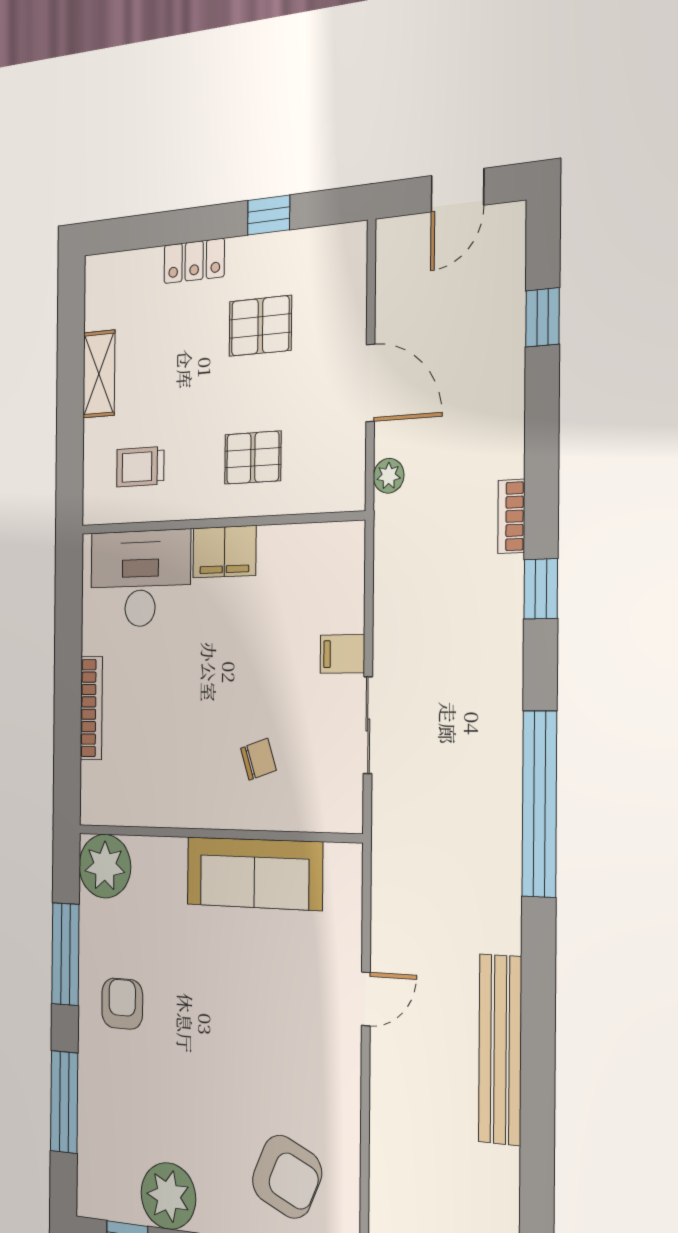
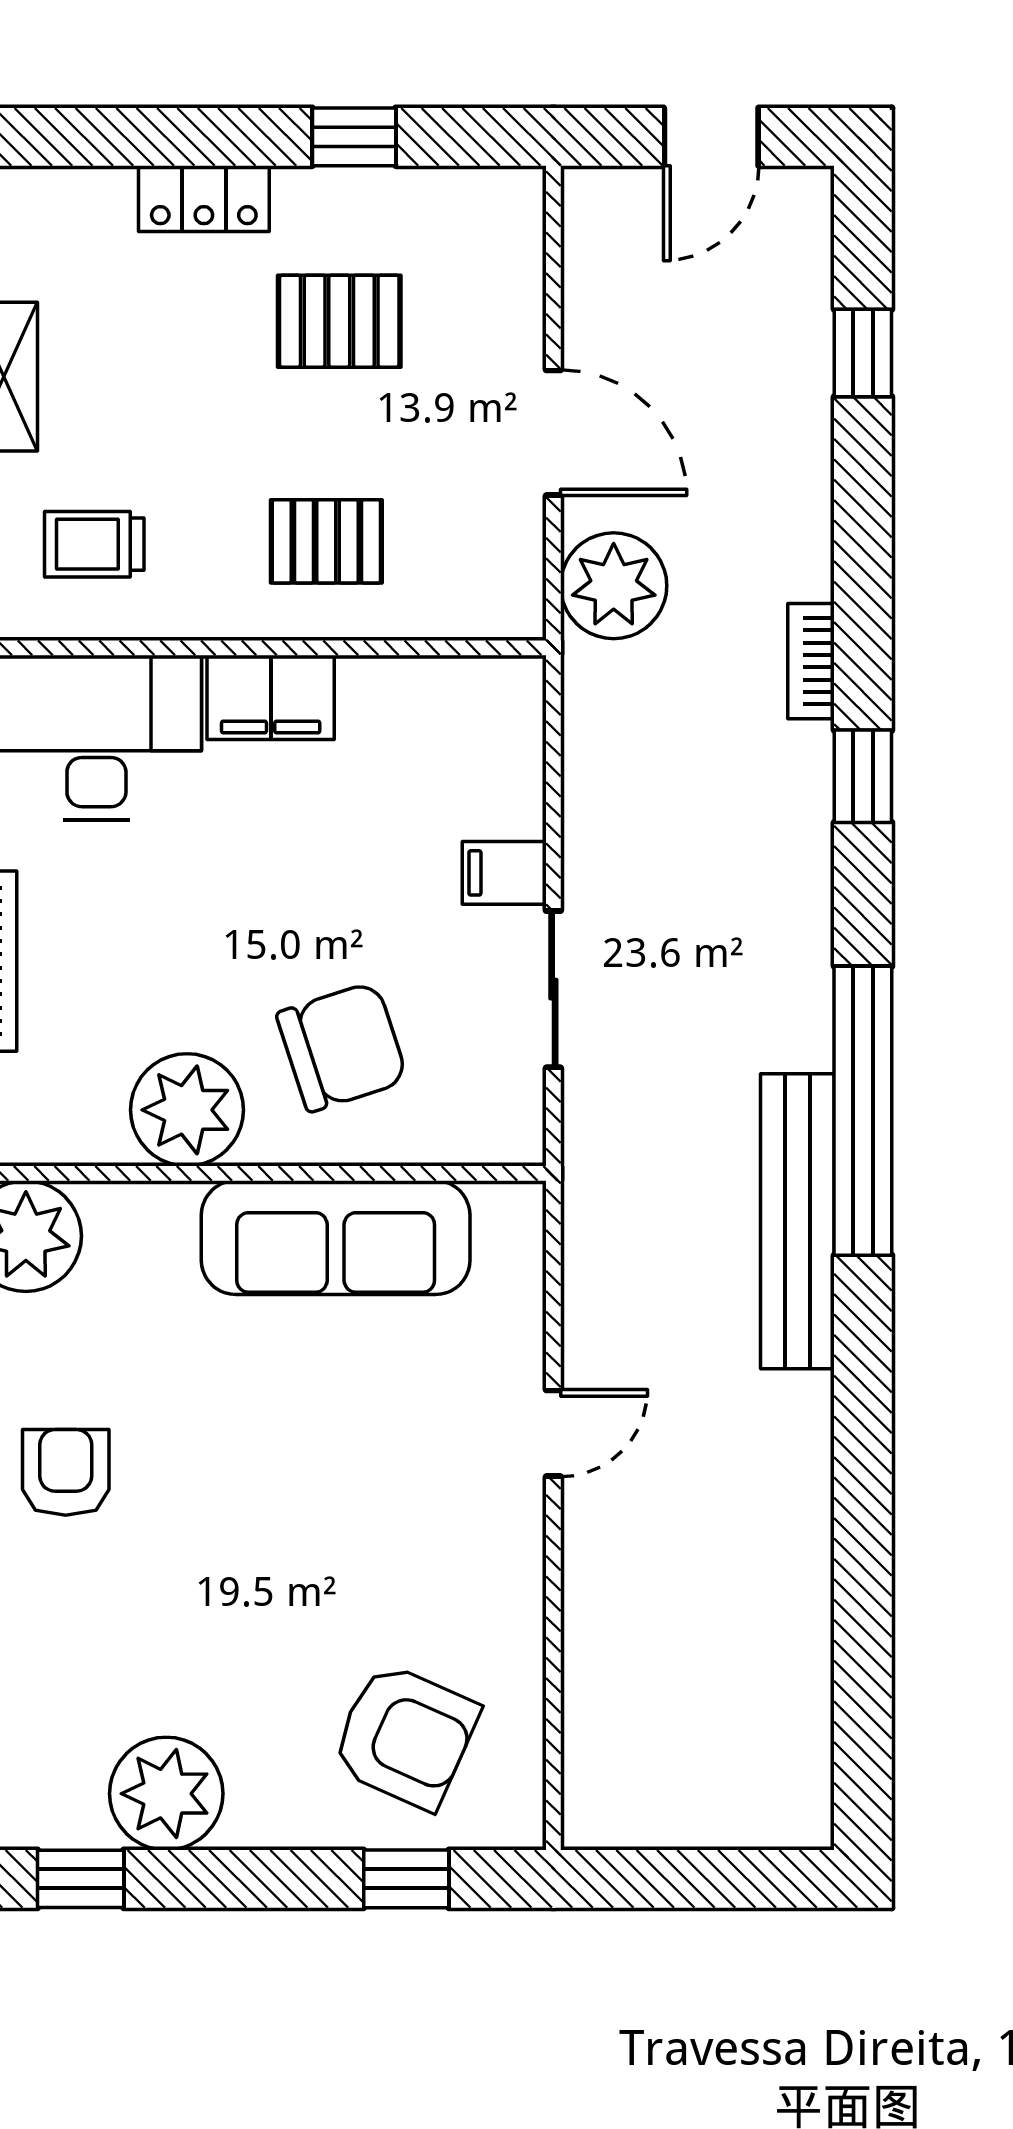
plant: (389, 476) -> (614, 586), width x1.88, depth x1.88
chair: (258, 759) -> (342, 1047), width x1.87, depth x1.87
plant: (182, 795) -> (187, 1110), added
bench: (500, 1050) -> (797, 1221), moved

